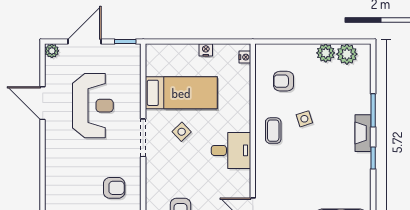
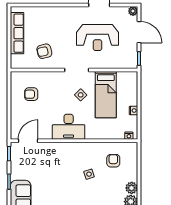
coffee table: (273, 131) -> (81, 154), removed
desk: (231, 150) -> (69, 127), width x1.37
armchair: (114, 188) -> (44, 51), turned 76

